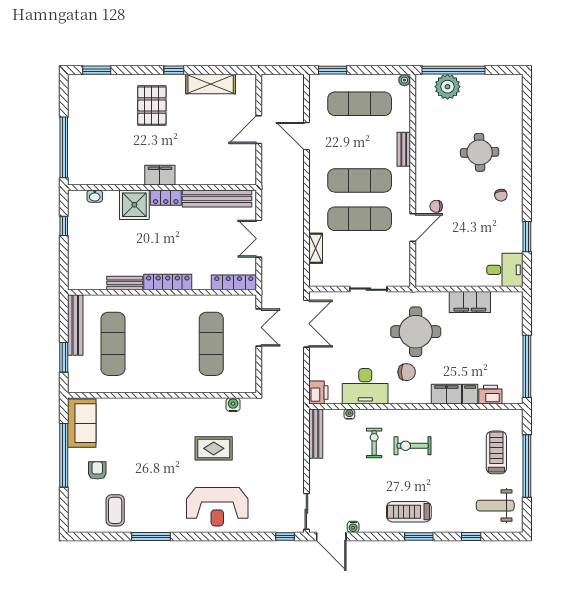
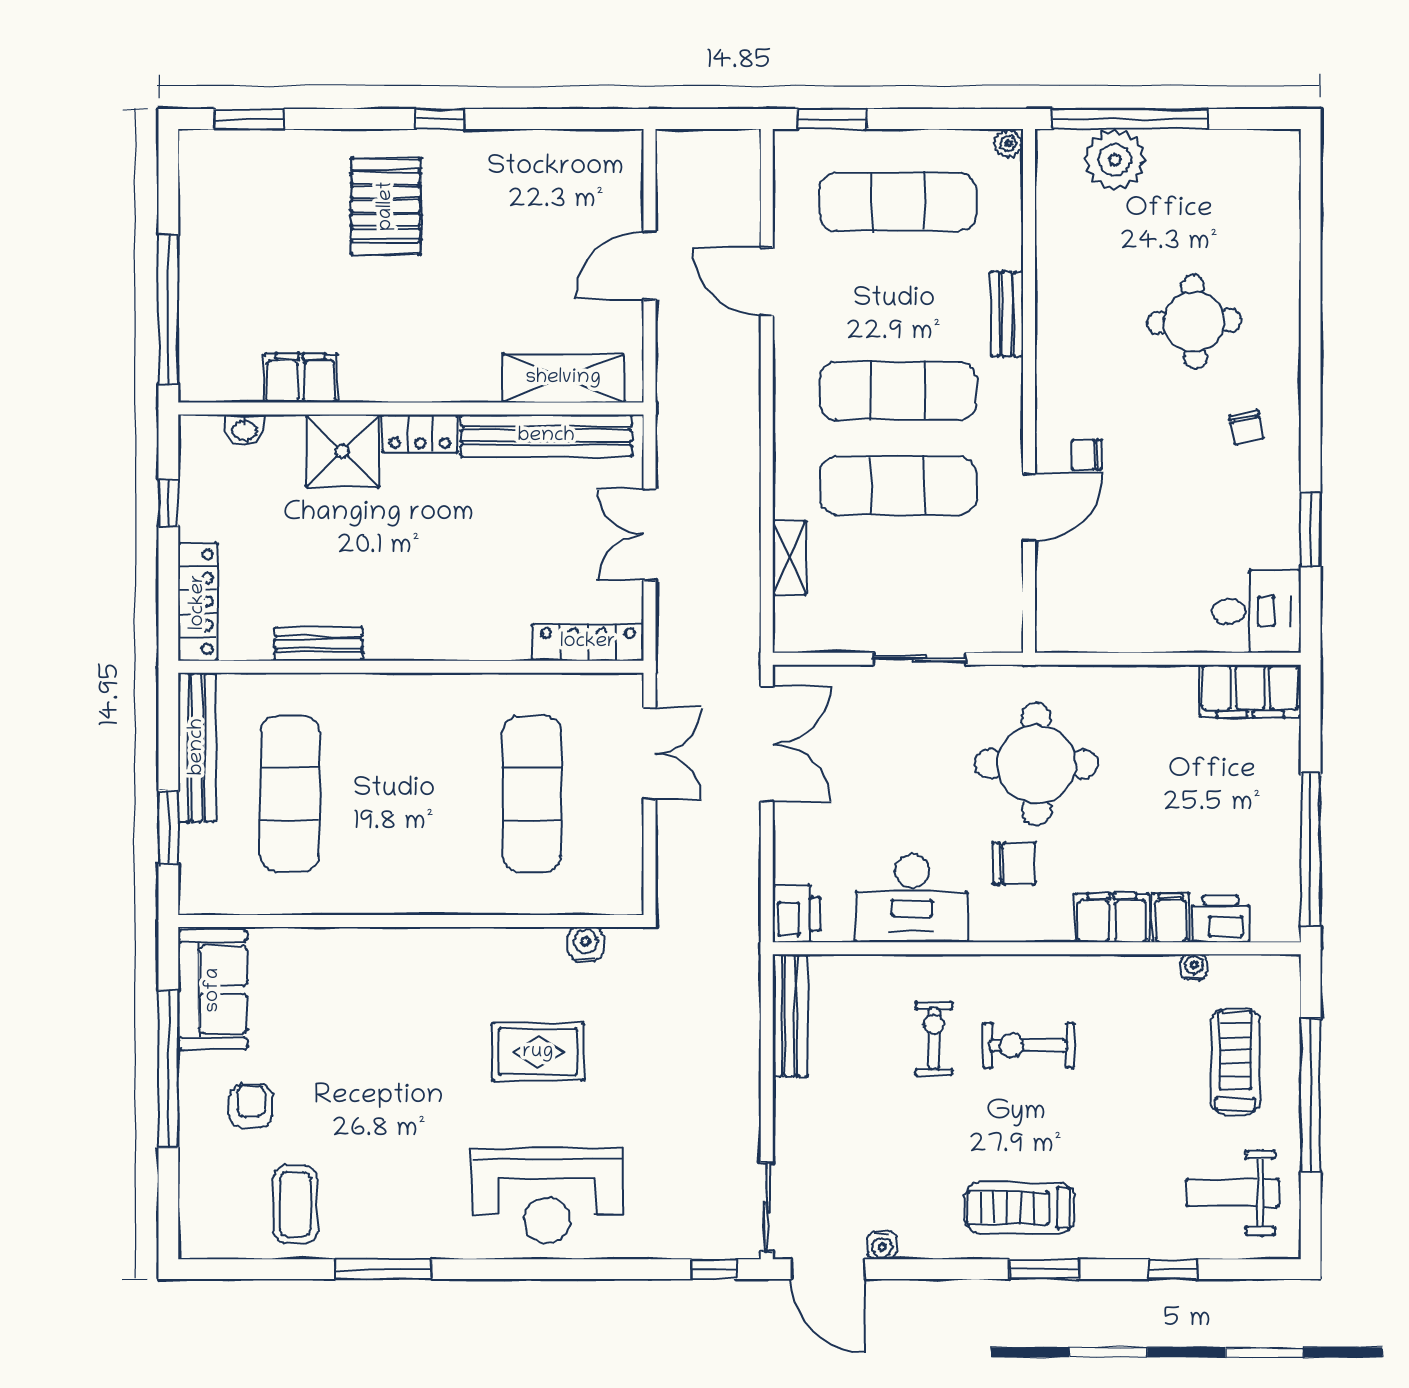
shelving: (211, 84) -> (563, 378), moved
filing cabinet: (160, 175) -> (301, 378), moved
locker: (168, 282) -> (198, 602), moved, turned 90
filing cabinet: (470, 302) -> (1250, 691), moved
water cooler: (349, 414) -> (1194, 967), moved

